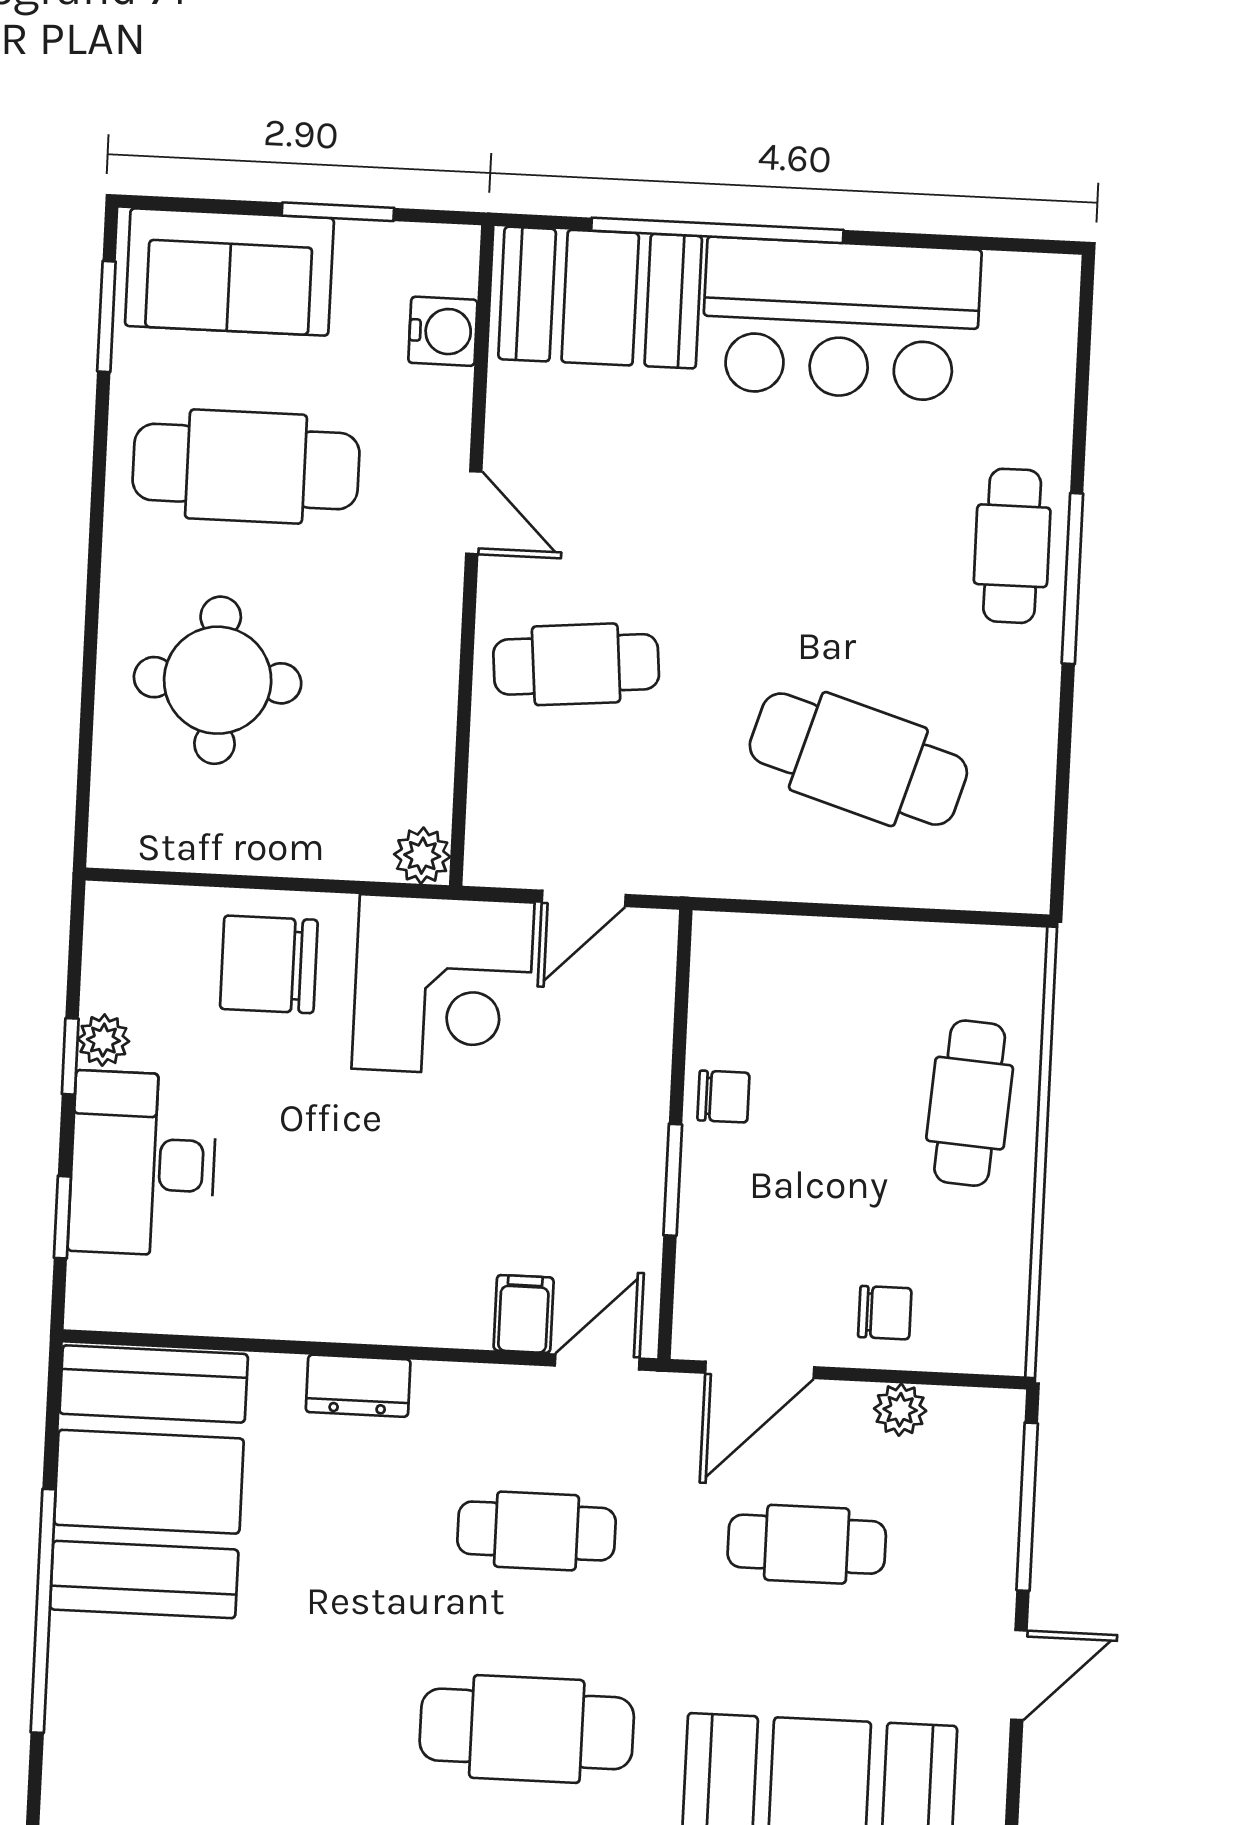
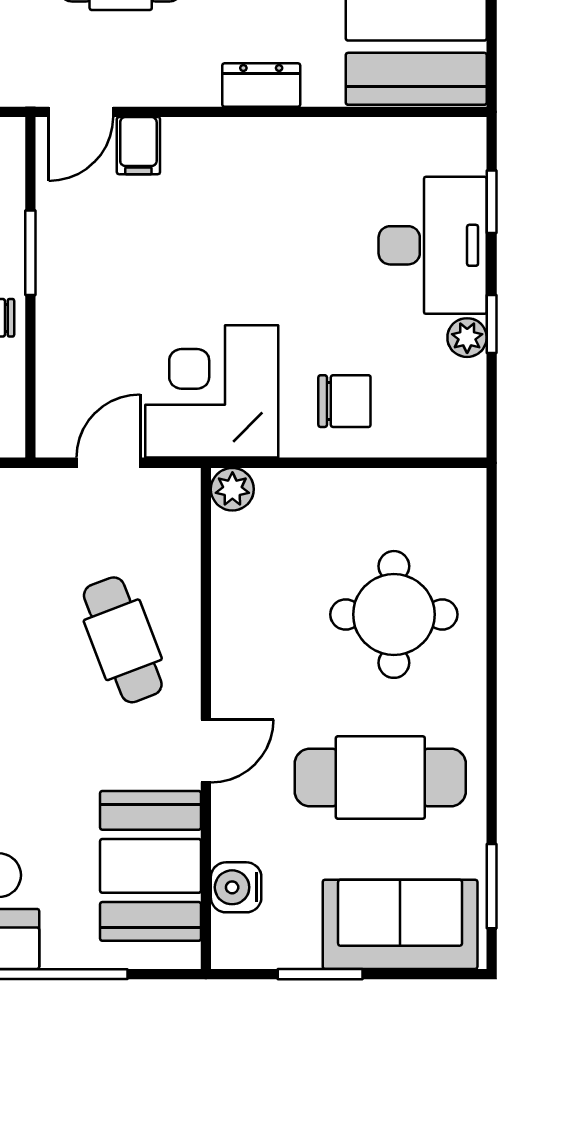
booth: (600, 298) -> (151, 866), moved, turned 90
door: (474, 513) -> (206, 751), swing flipped
cafe table: (576, 664) -> (123, 640), turned 74
chair: (269, 964) -> (344, 401), width x0.73, depth x0.73

